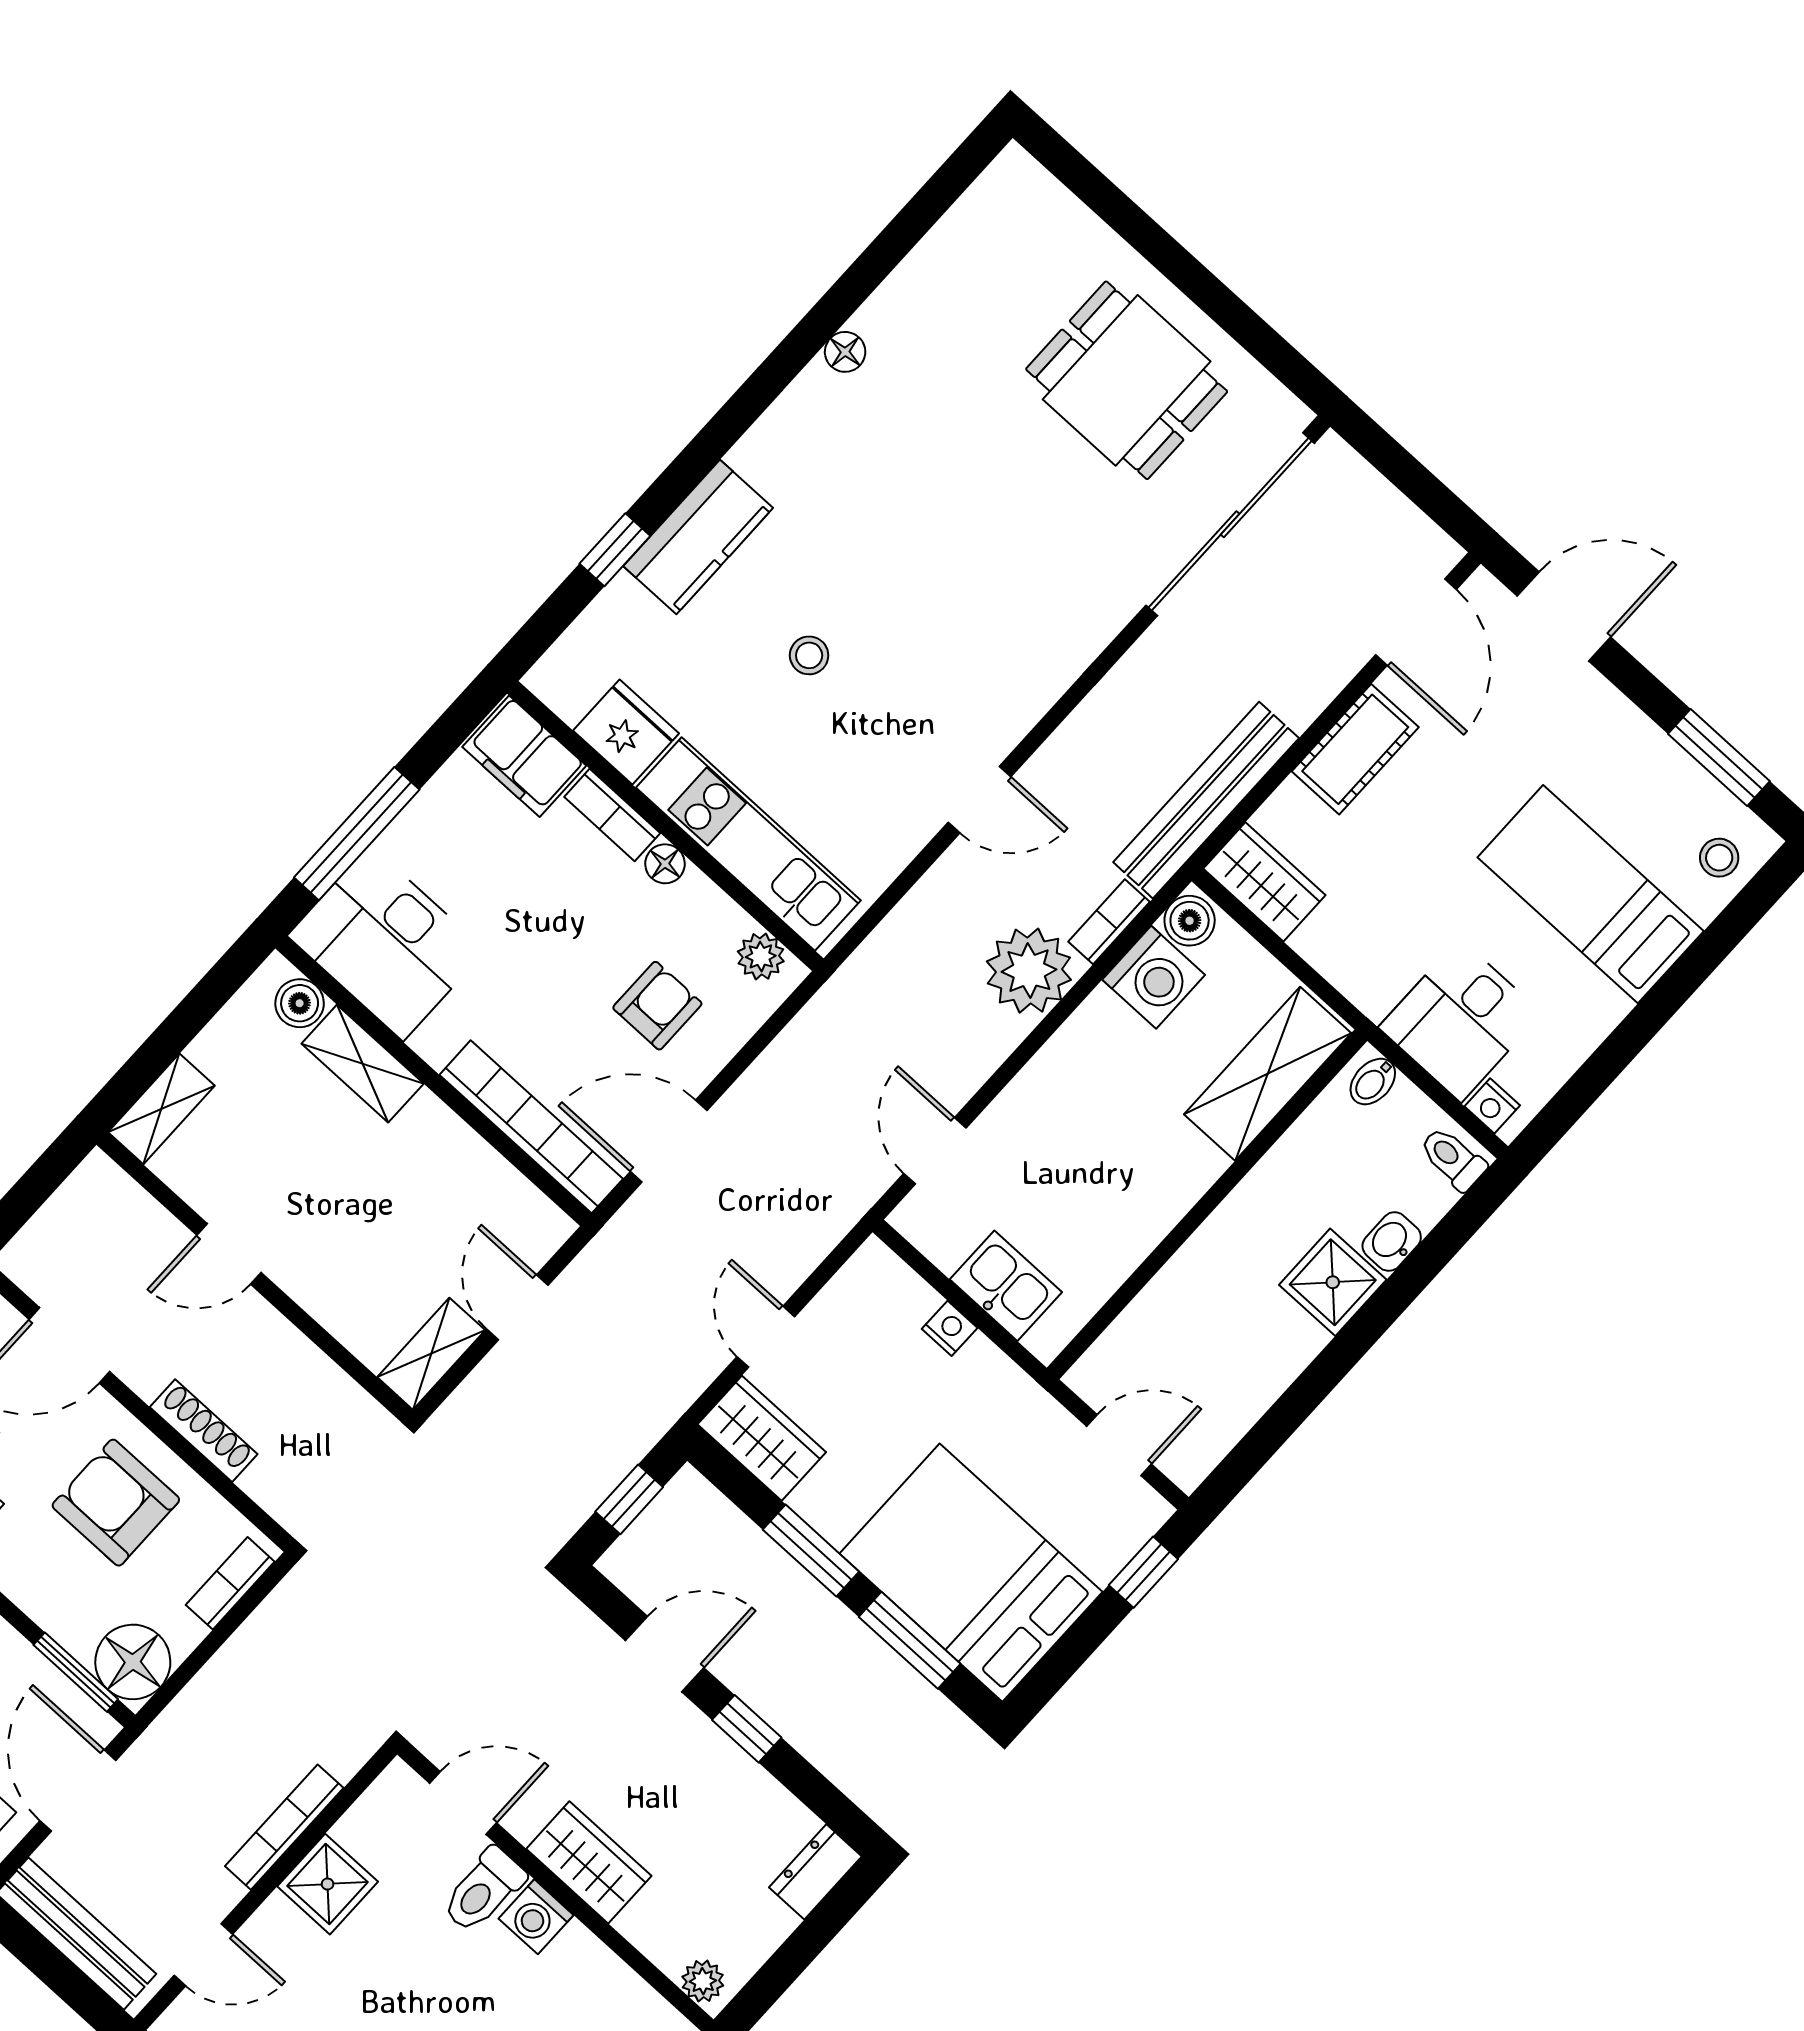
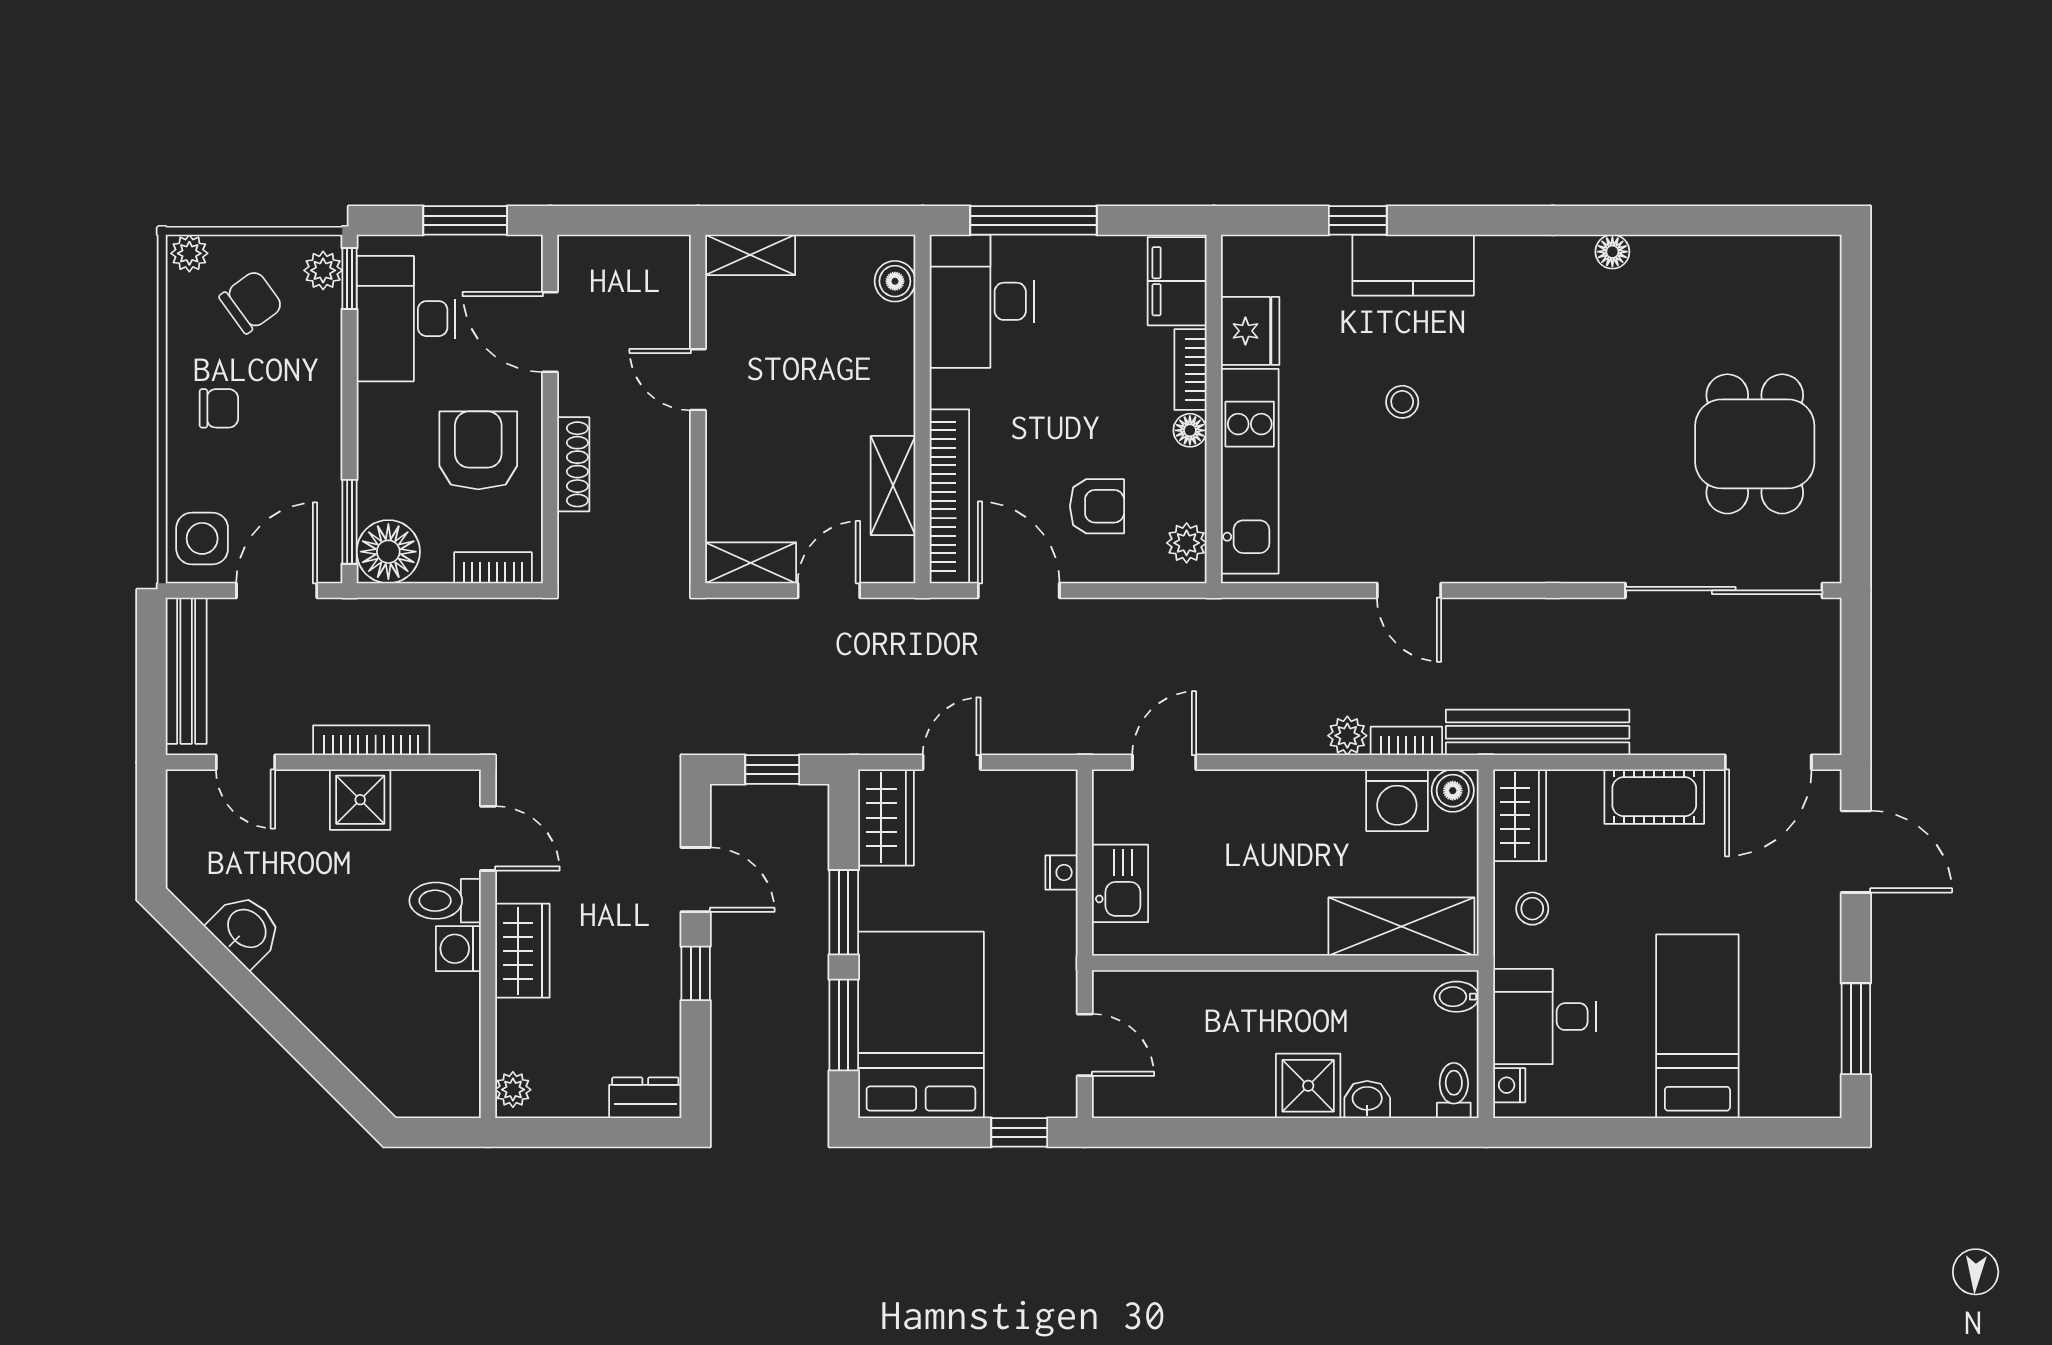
stool: (1719, 858) -> (1532, 909), moved
plant: (1029, 971) -> (1347, 736), width x0.53, depth x0.53
shelving: (363, 1064) -> (893, 486), moved

